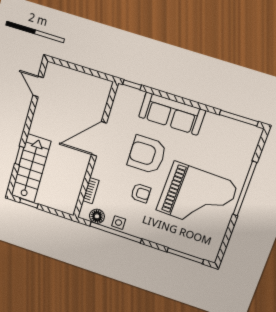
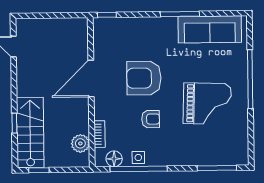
sofa: (172, 114) -> (210, 29), moved
window: (239, 118) -> (180, 14), moved
plant: (72, 193) -> (80, 143), added
grand piano: (197, 197) -> (207, 104), width x0.73, depth x0.68

